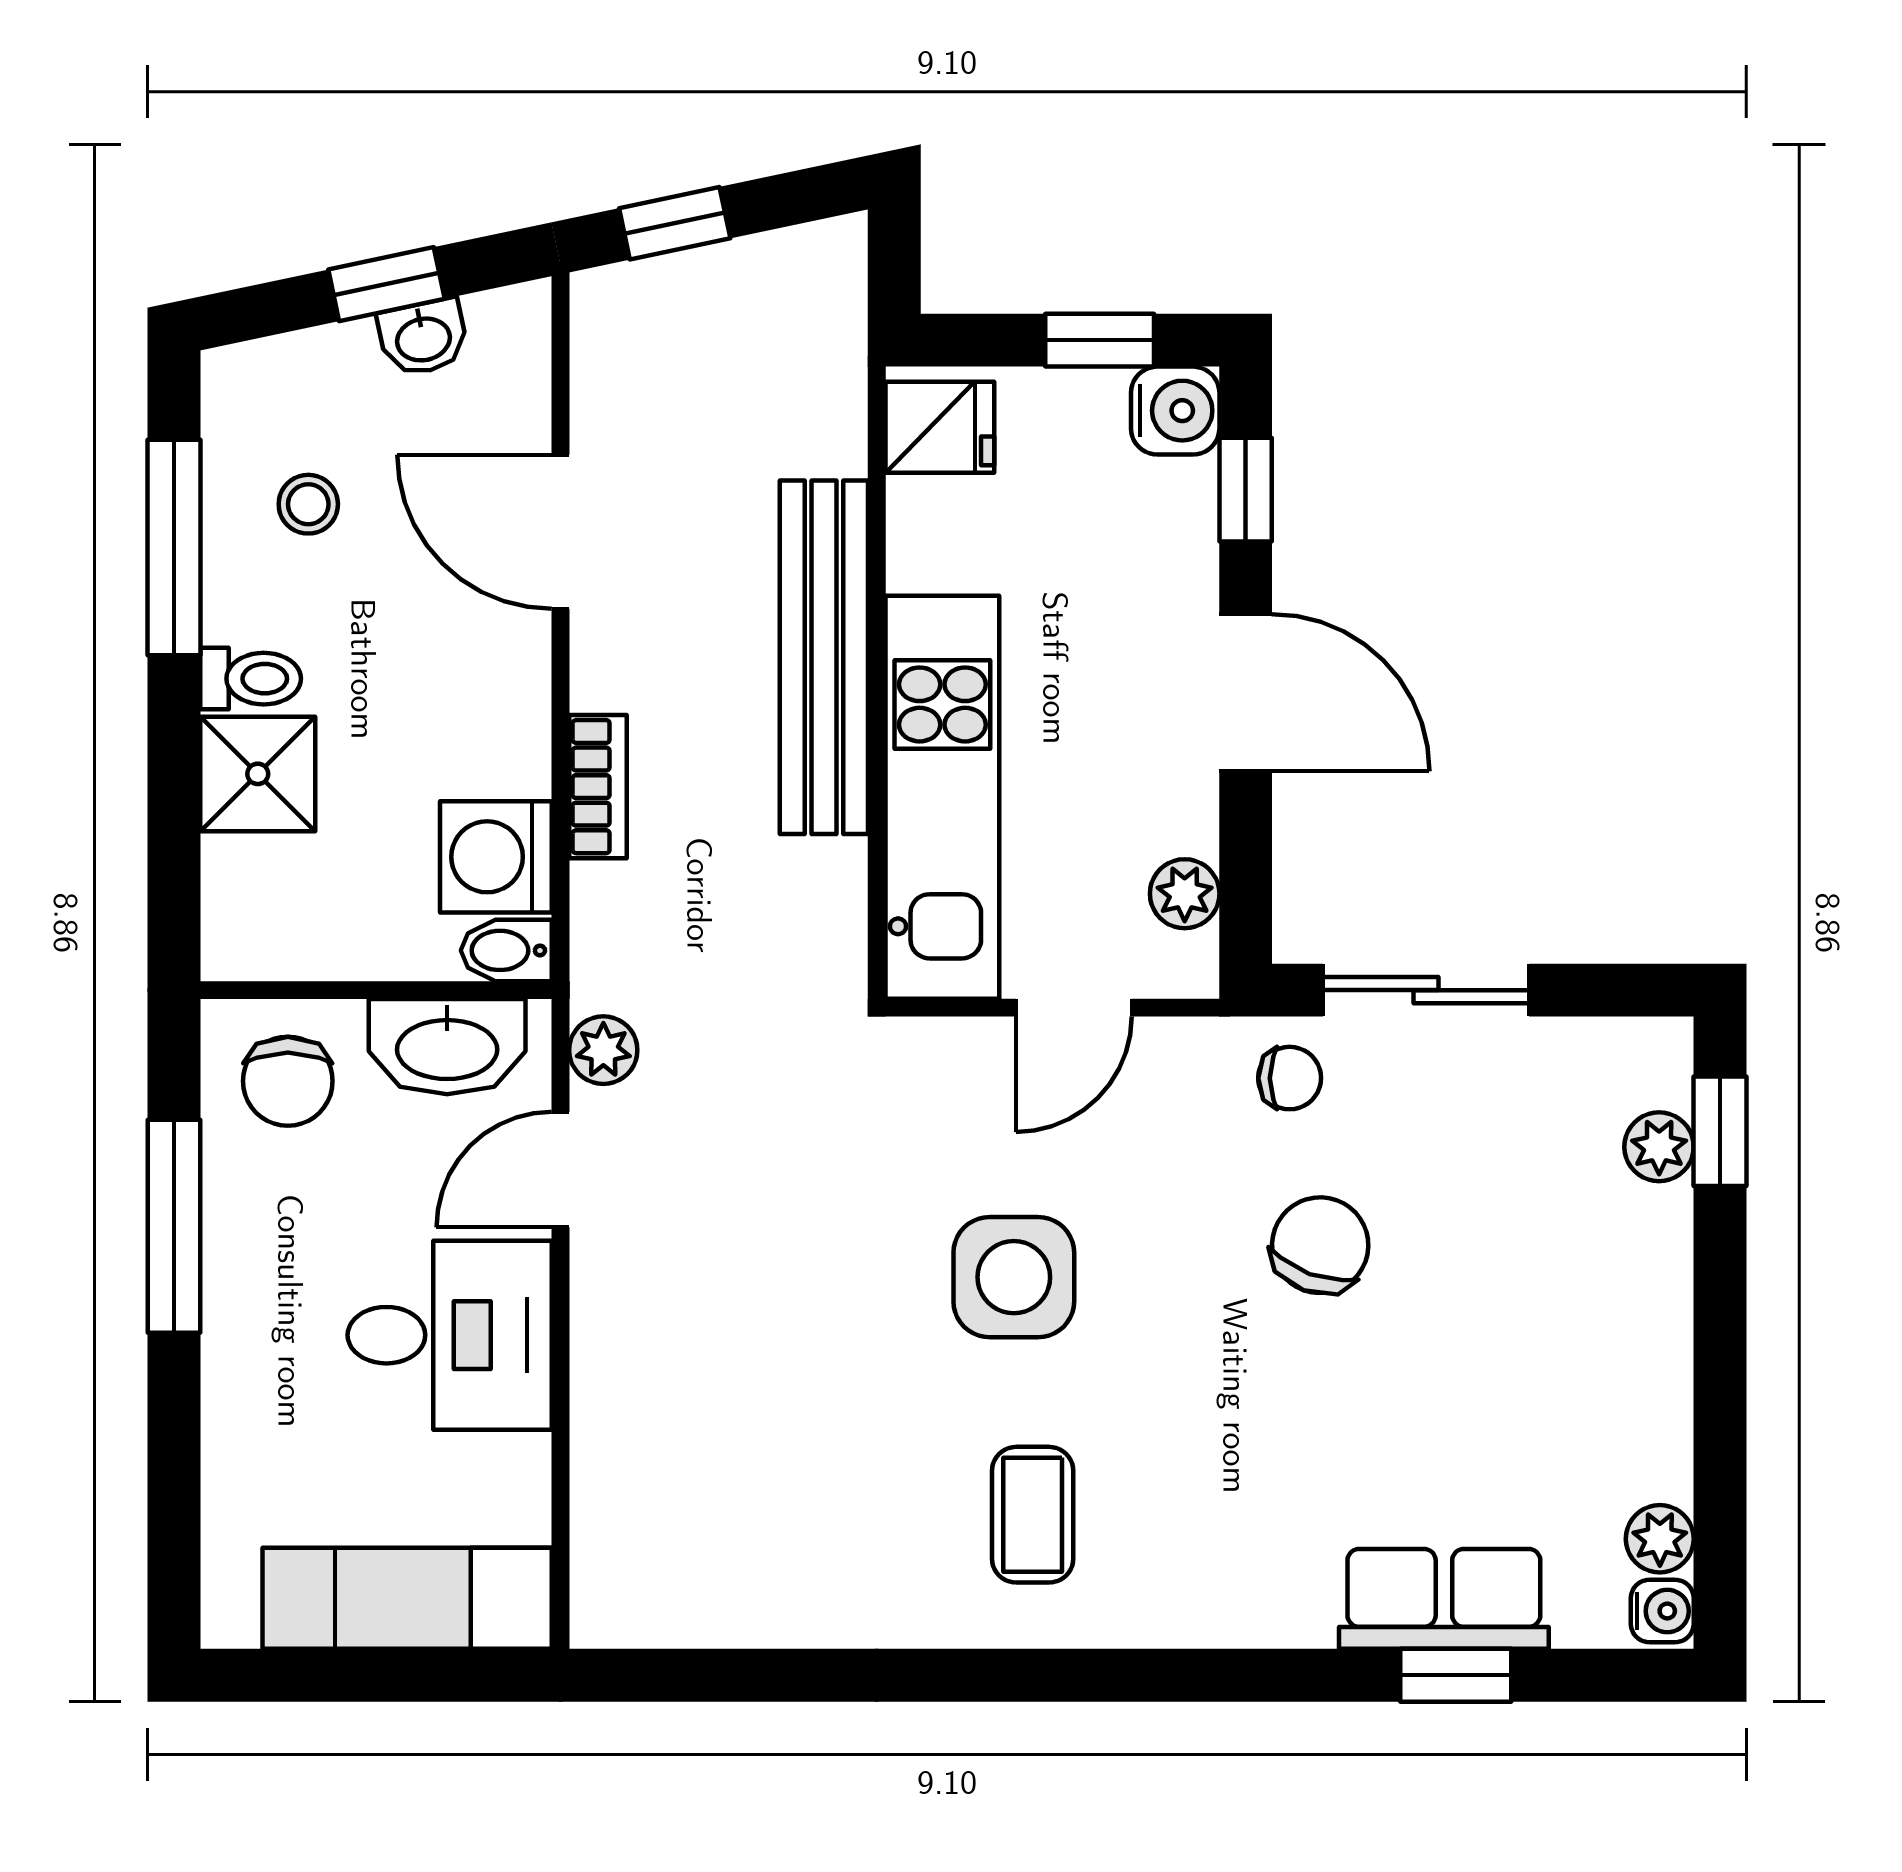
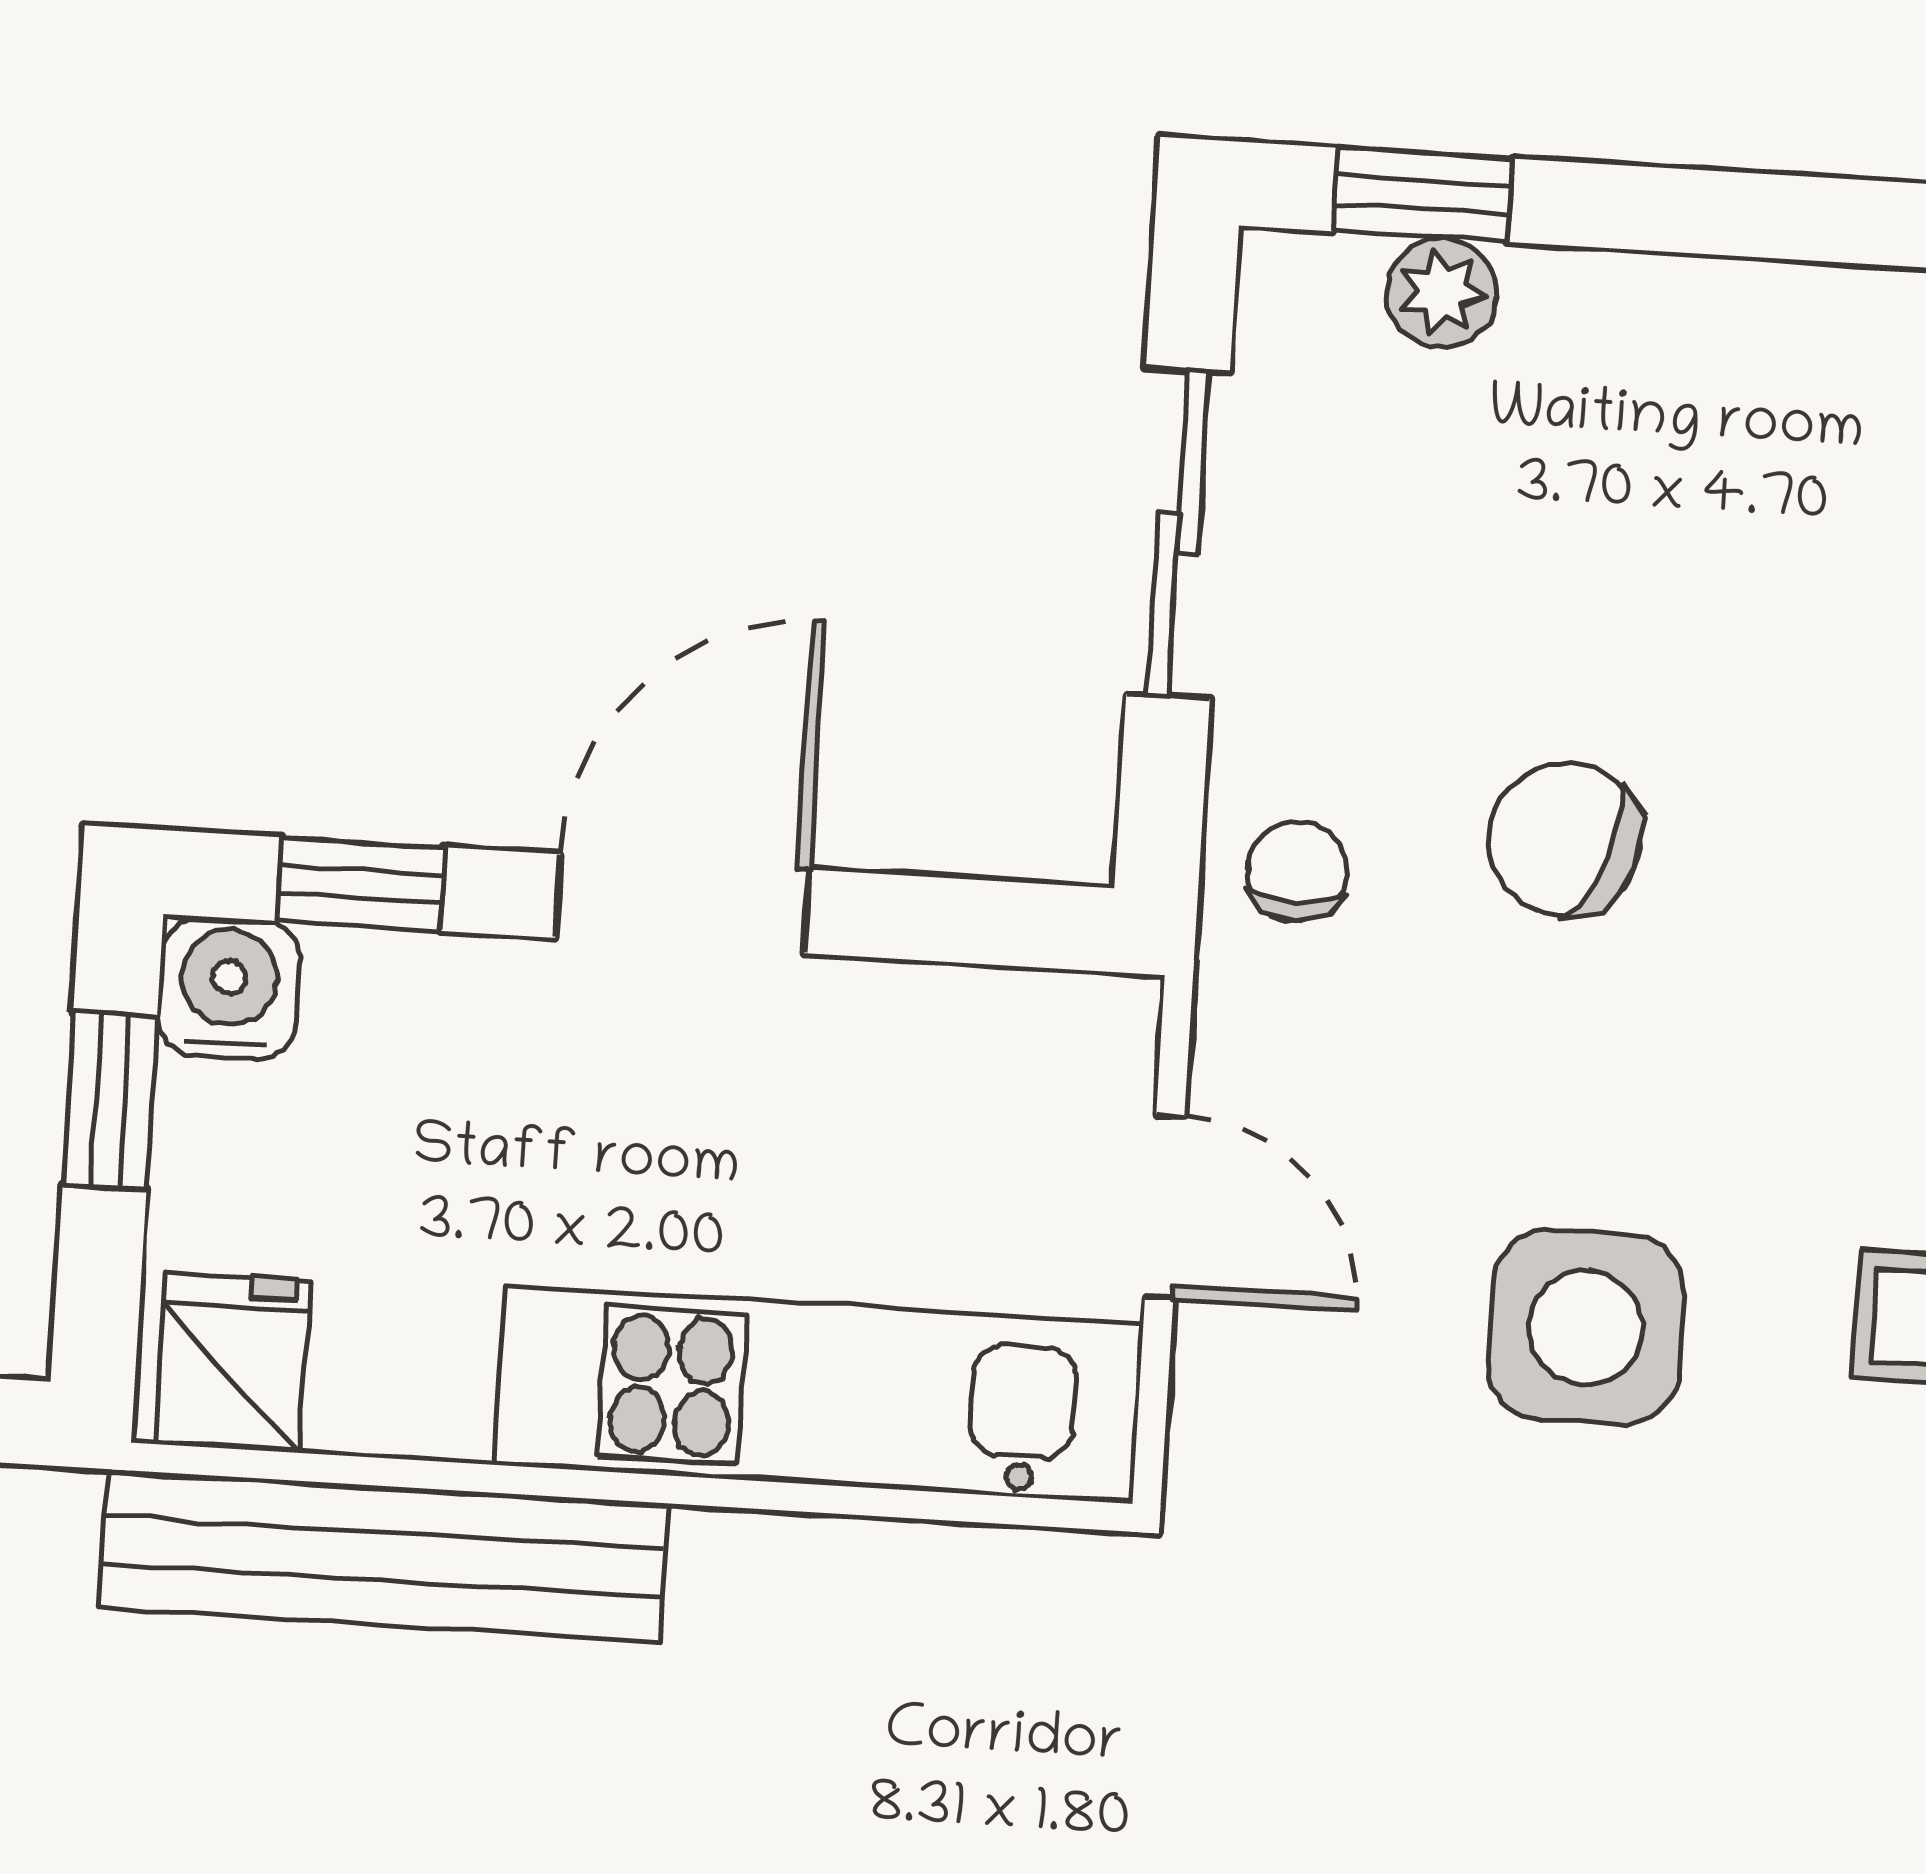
bench: (824, 657) -> (384, 1556), moved
plant: (1185, 894) -> (995, 1020), removed
sliding door: (1426, 990) -> (1178, 533), moved

